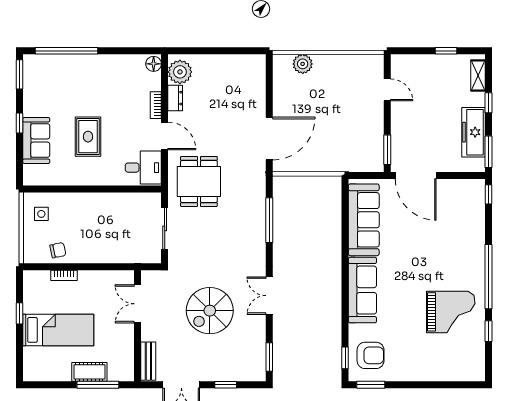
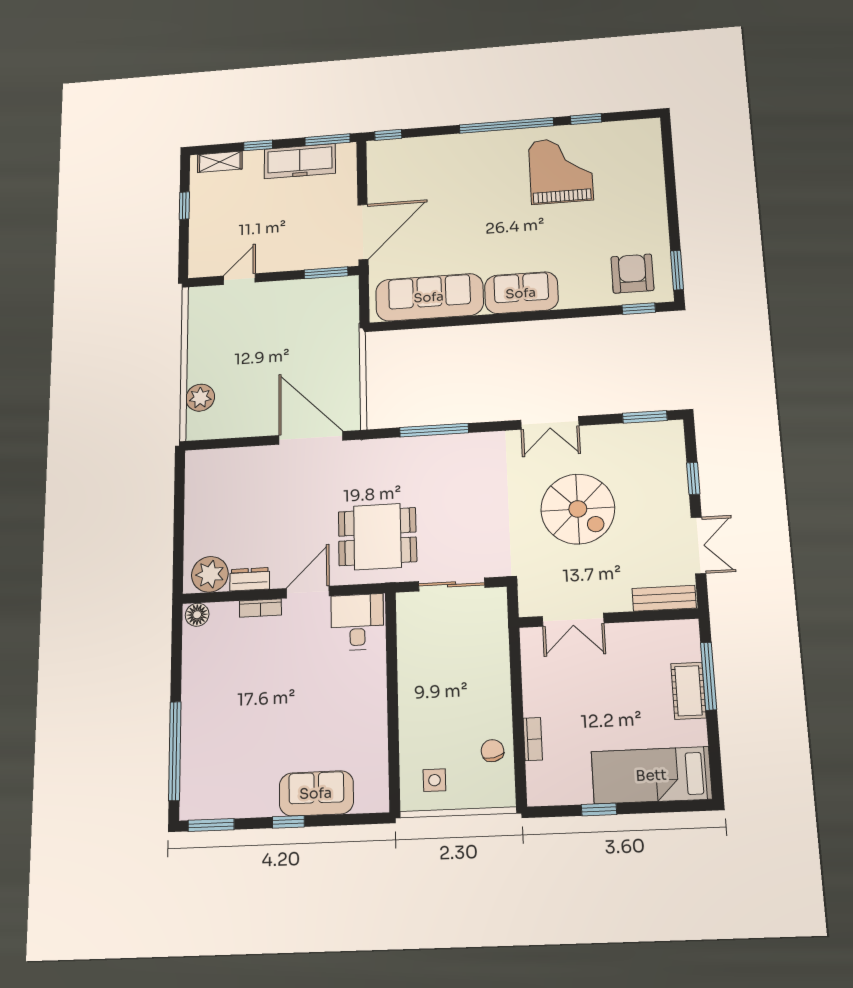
rug: (88, 137) -> (310, 711), removed
sofa: (362, 290) -> (521, 293), width x0.73
bed: (58, 330) -> (651, 775), moved, turned -90

